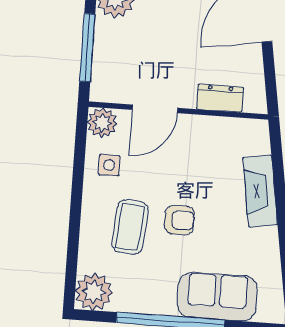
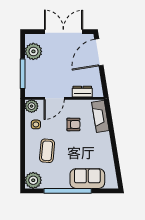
fireplace: (260, 191) -> (100, 116), moved
armchair: (179, 220) -> (73, 124), moved

